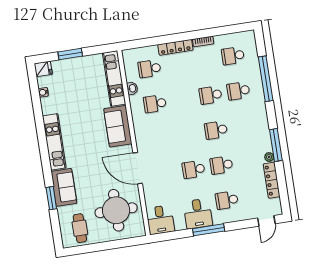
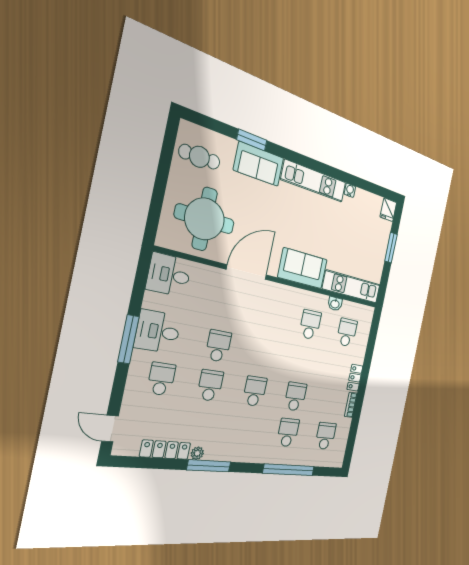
locker: (175, 47) -> (355, 378), width x0.66
water cooler: (43, 92) -> (350, 190), moved

